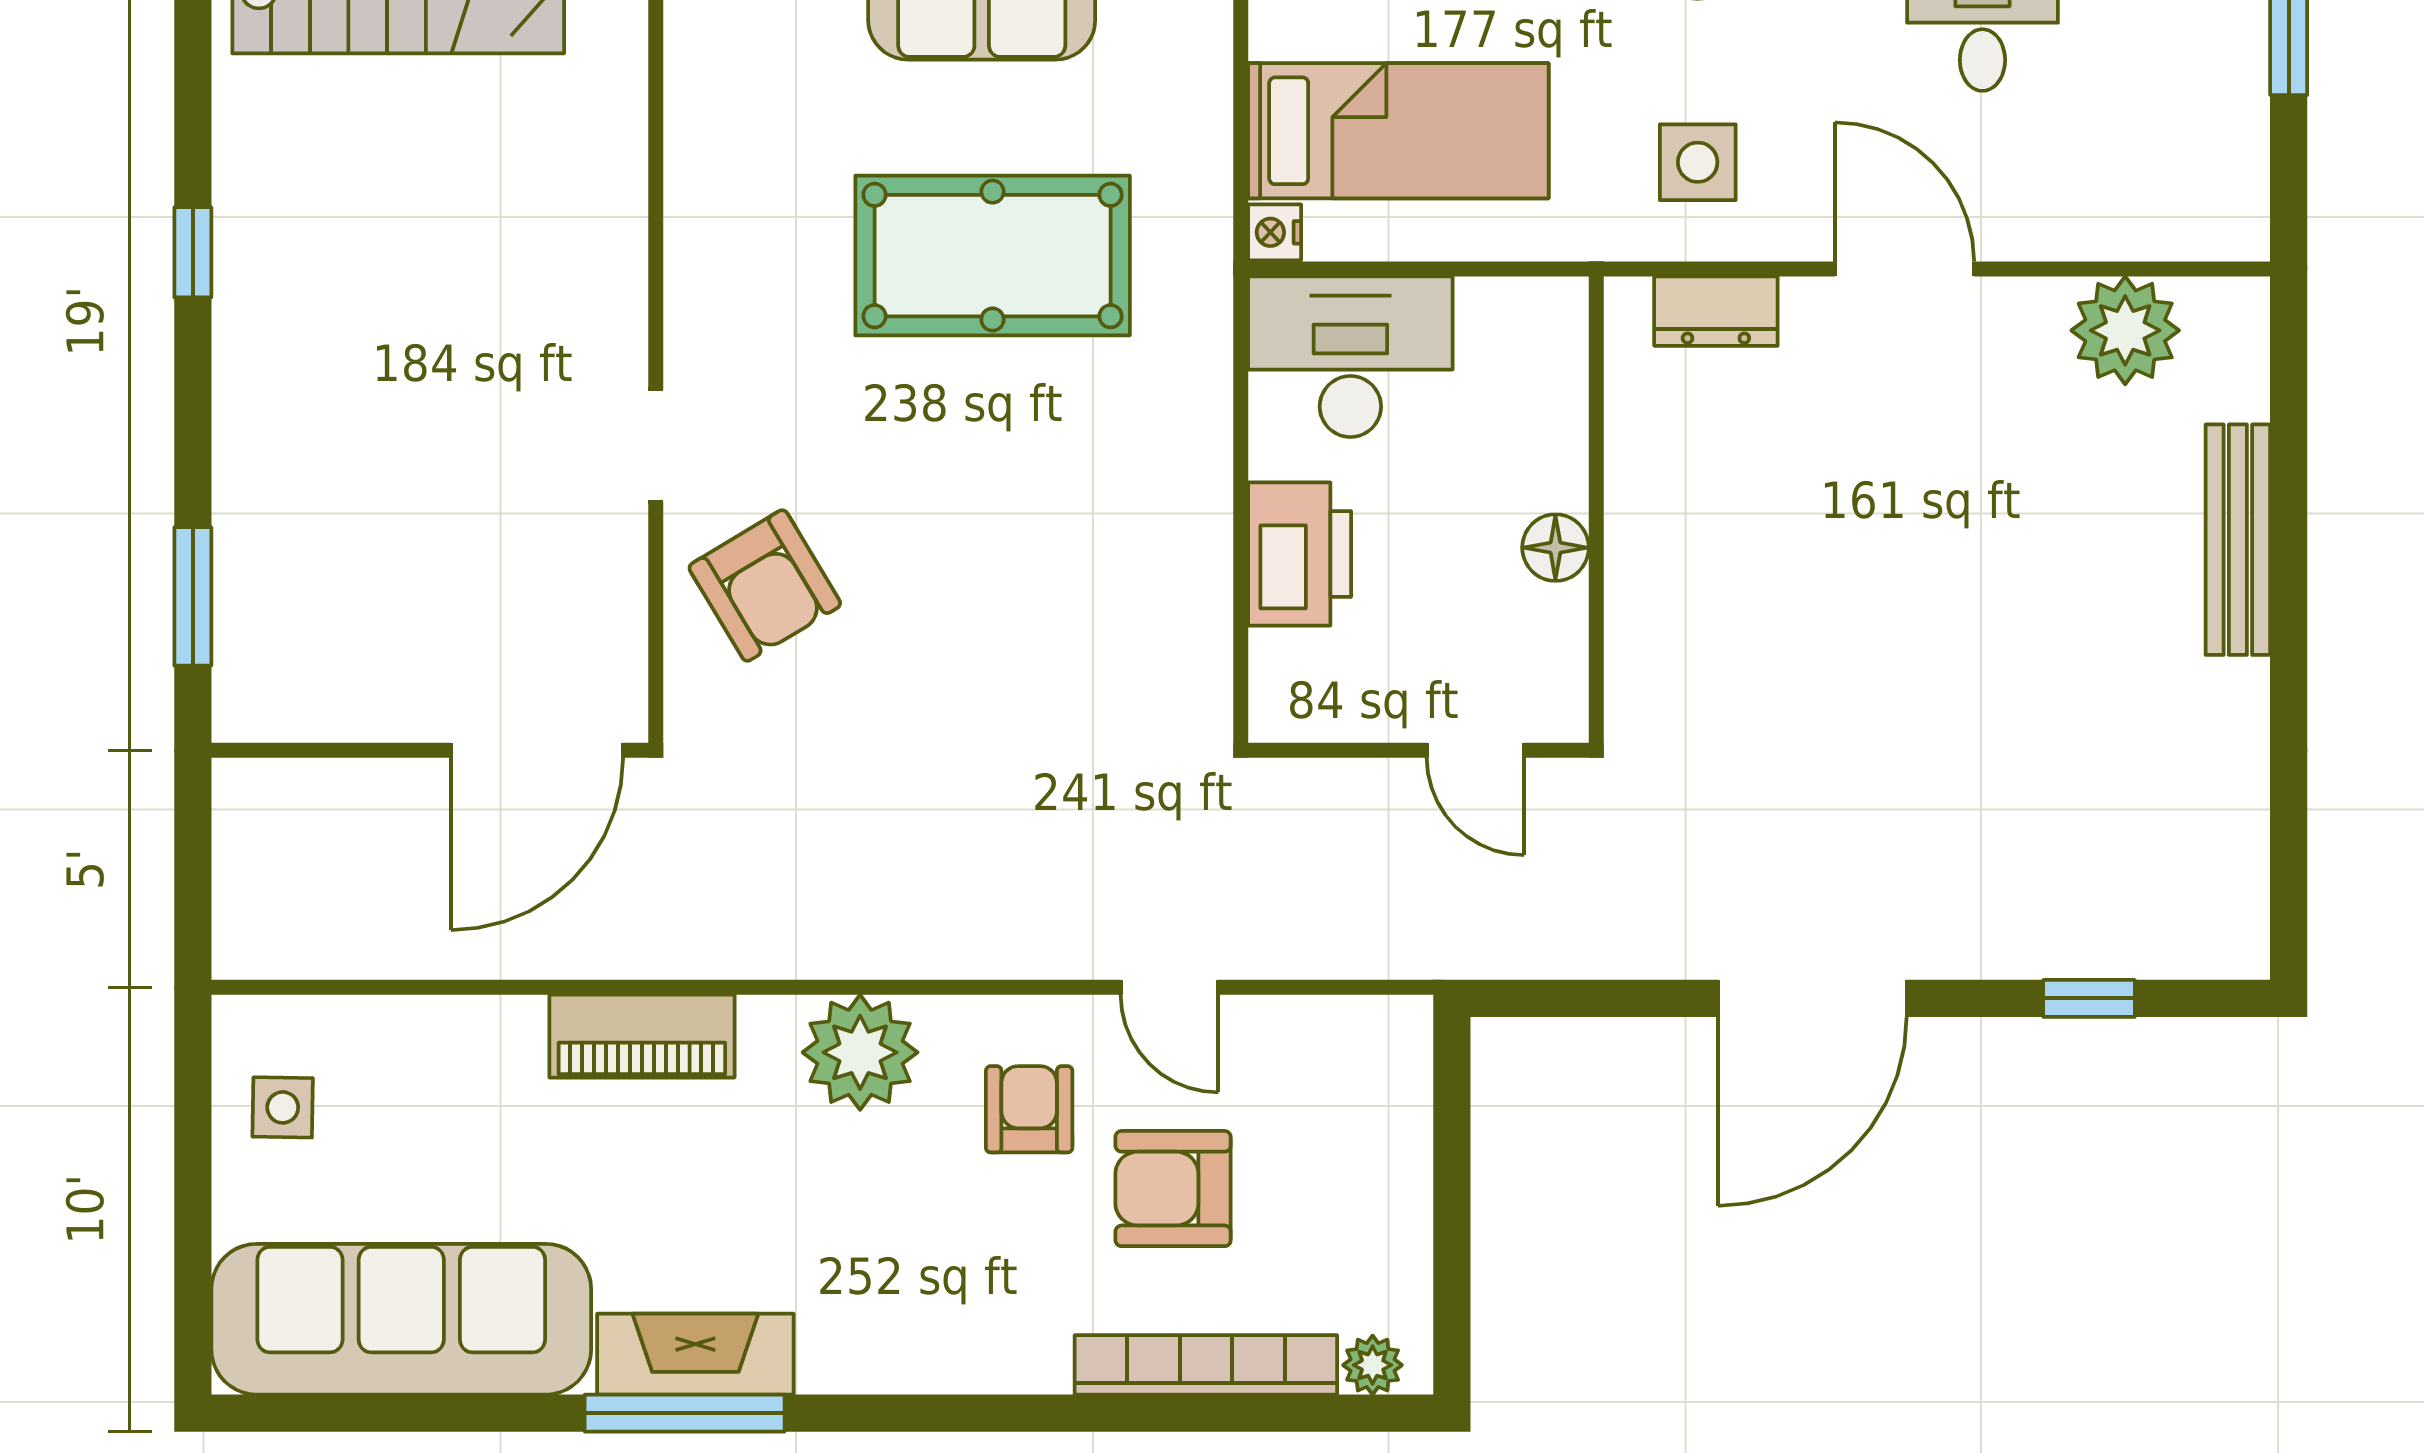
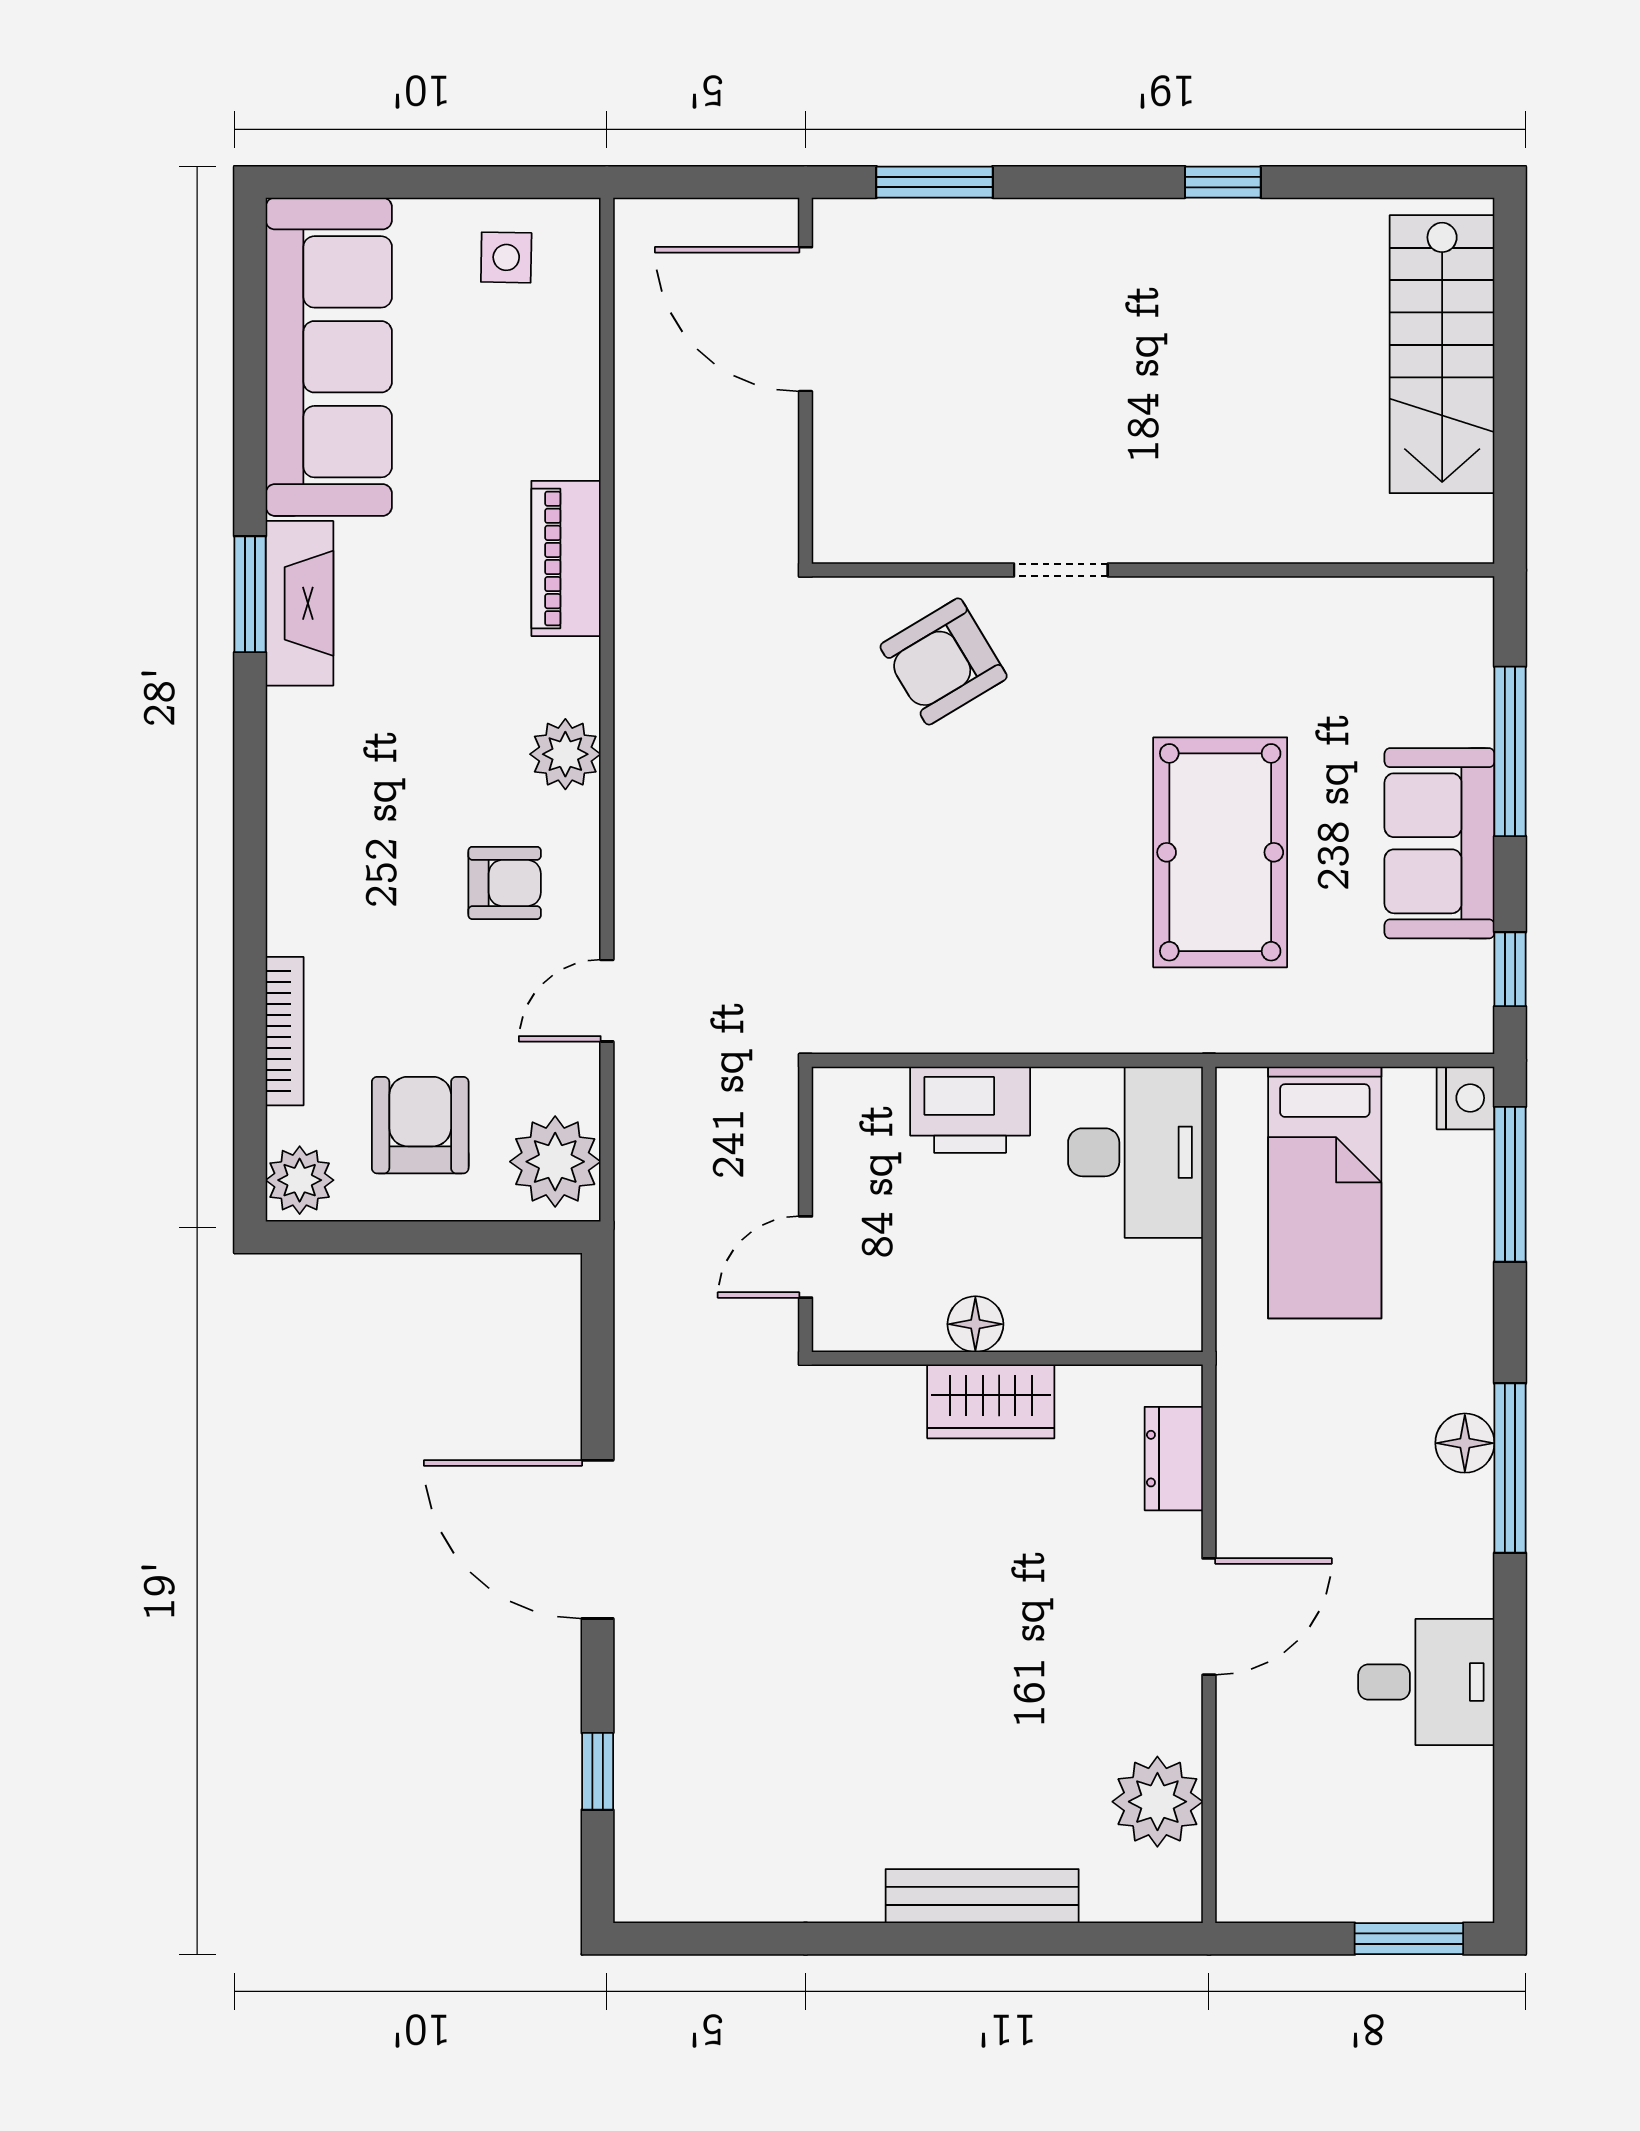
side table: (1698, 162) -> (1298, 1443), removed
nightstand: (1275, 232) -> (1240, 1089), removed
wardrobe: (1648, 529) -> (991, 1401), added
door: (537, 750) -> (806, 319), moved
plant: (1361, 1049) -> (555, 1162), added
plant: (860, 1052) -> (565, 754), width x0.73, depth x0.73
armchair: (1173, 1189) -> (420, 1125), moved
bookcase: (1206, 1365) -> (285, 1031), width x0.68, depth x0.76
plant: (1373, 1365) -> (300, 1180), width x1.38, depth x1.38
window: (685, 1413) -> (250, 594), width x0.69

